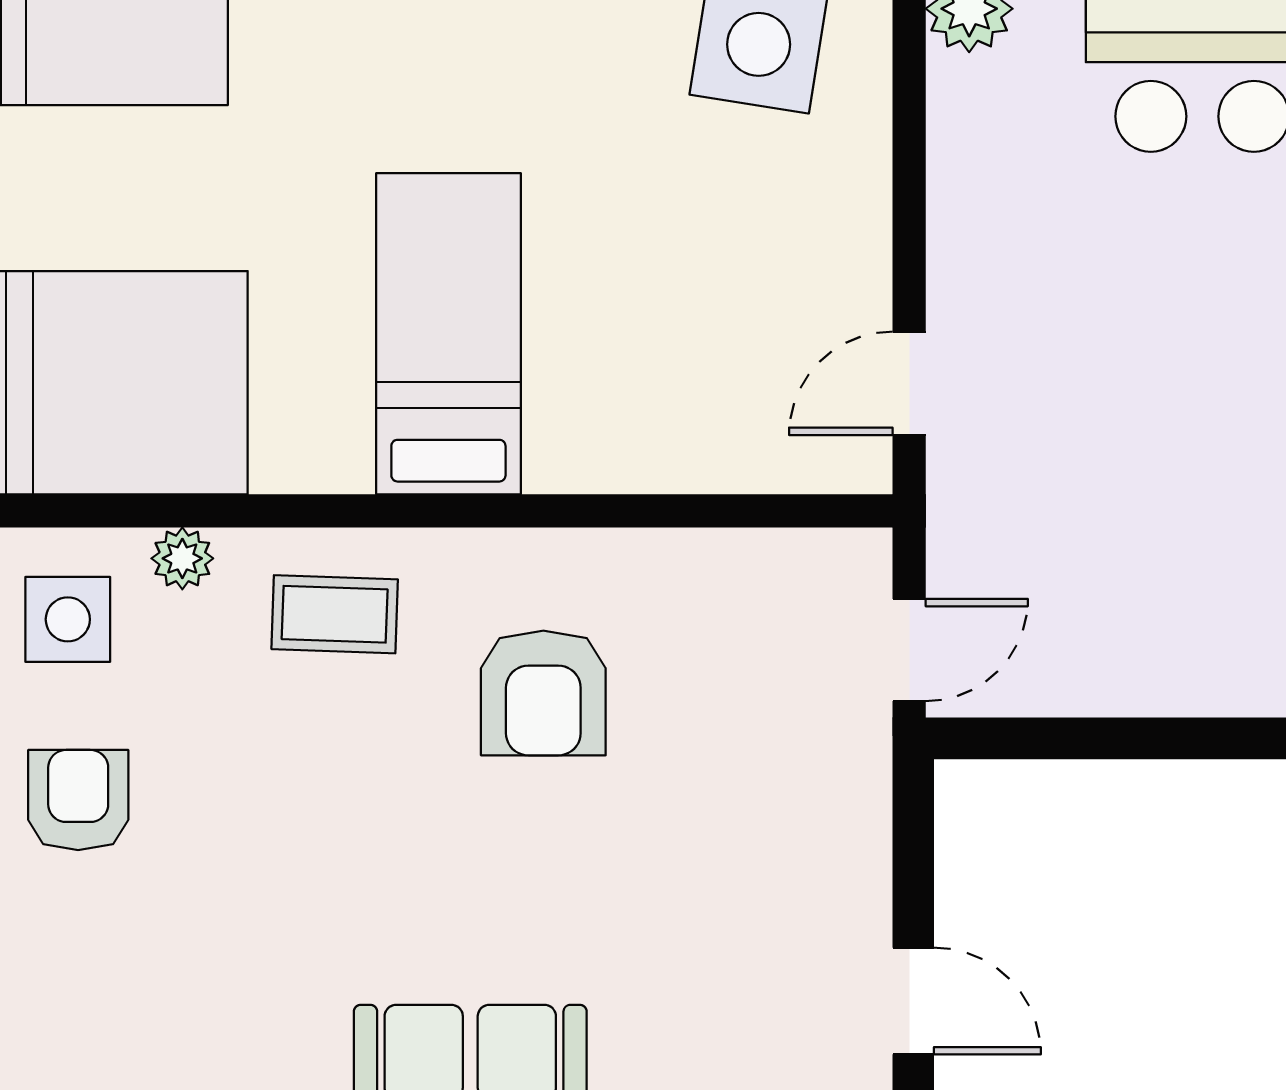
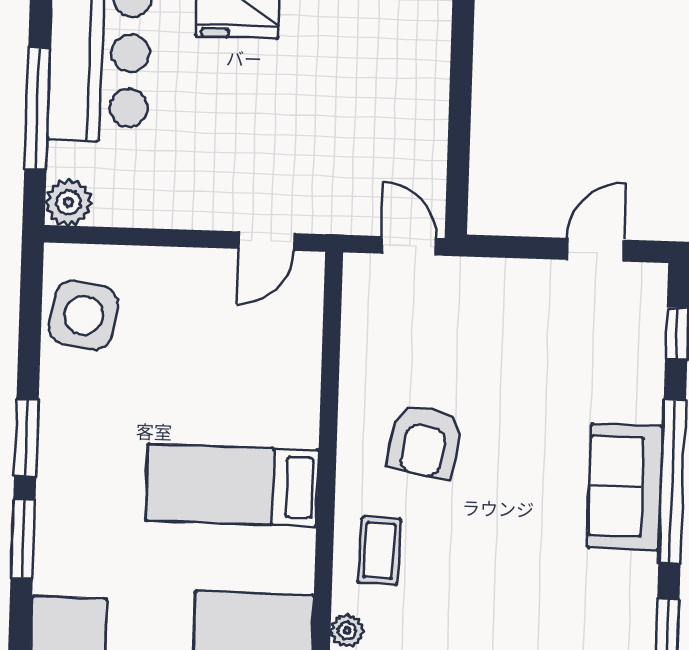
door: (909, 383) -> (267, 241), hinge flipped
armchair: (543, 693) -> (425, 441), turned 100

